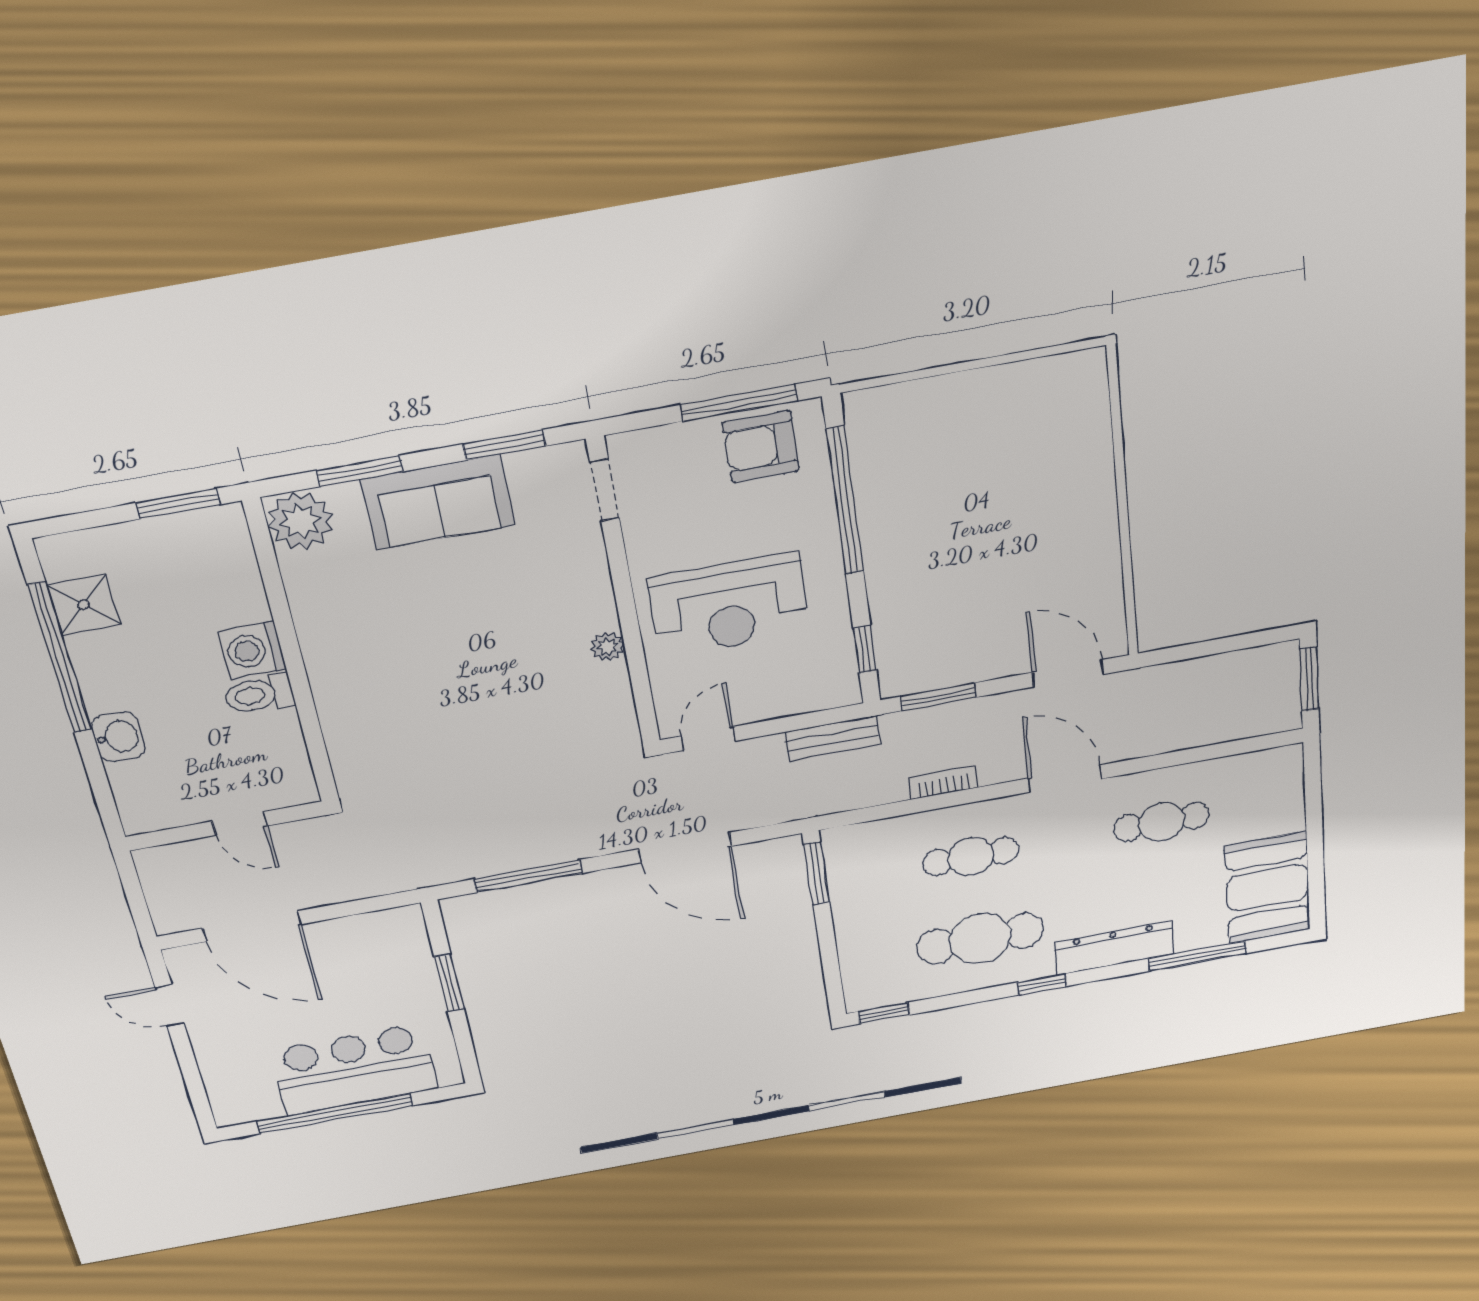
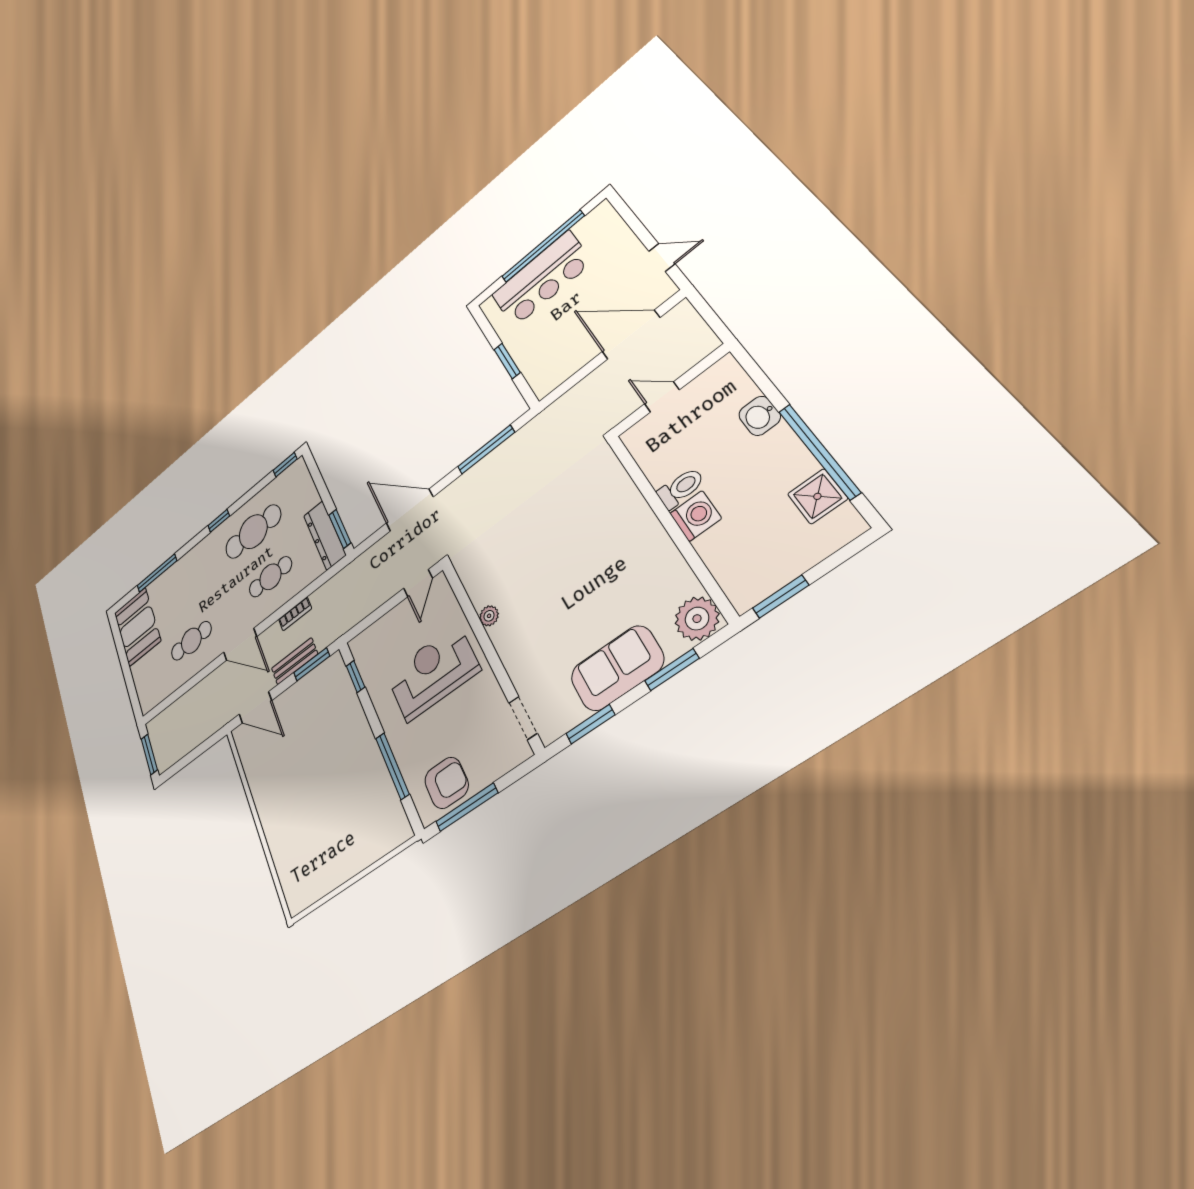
window: (845, 501) -> (392, 766), width x0.68
bench: (833, 738) -> (295, 661), moved
dresser: (1114, 948) -> (325, 535), moved, turned 90

